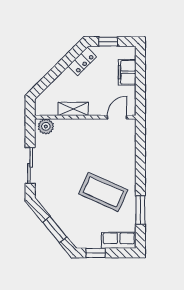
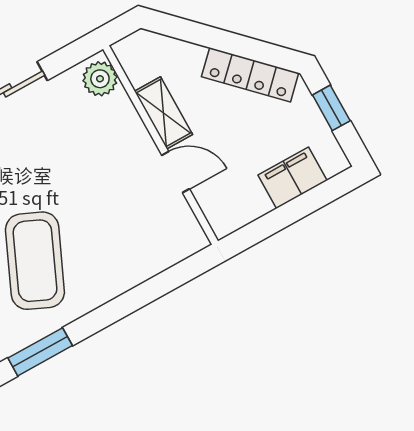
locker: (82, 61) -> (250, 75), width x1.53
door: (117, 117) -> (176, 172), moved

